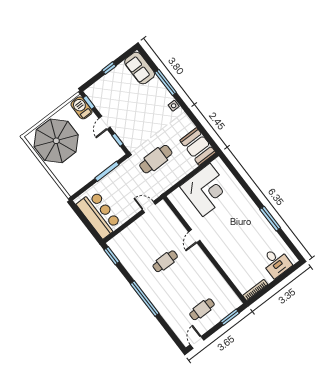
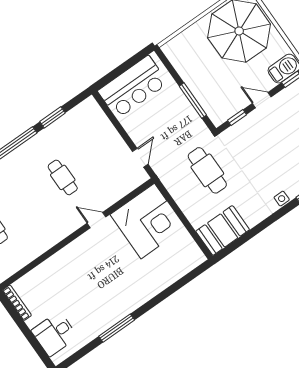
corner desk: (206, 190) -> (148, 221), moved, turned -90
window: (112, 256) -> (52, 117), moved

